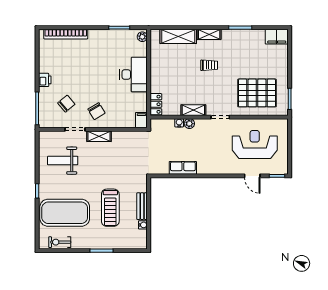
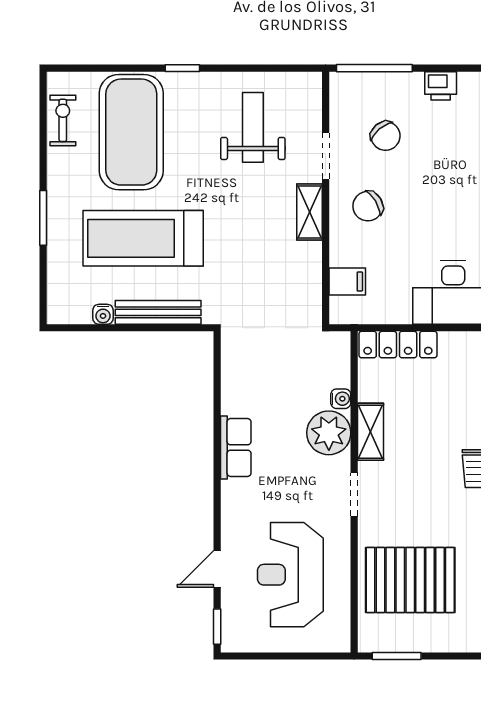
pallet: (257, 93) -> (410, 580), turned 90
locker: (156, 104) -> (398, 345), width x1.53
filing cabinet: (141, 120) -> (347, 282), moved
plant: (189, 124) -> (329, 433), width x1.87, depth x1.87
reception desk: (255, 144) -> (290, 575), turned 180
row of seats: (183, 168) -> (236, 447), moved
bench: (142, 206) -> (158, 312), width x1.36
treadmill: (110, 208) -> (143, 238), width x1.37, depth x1.38

